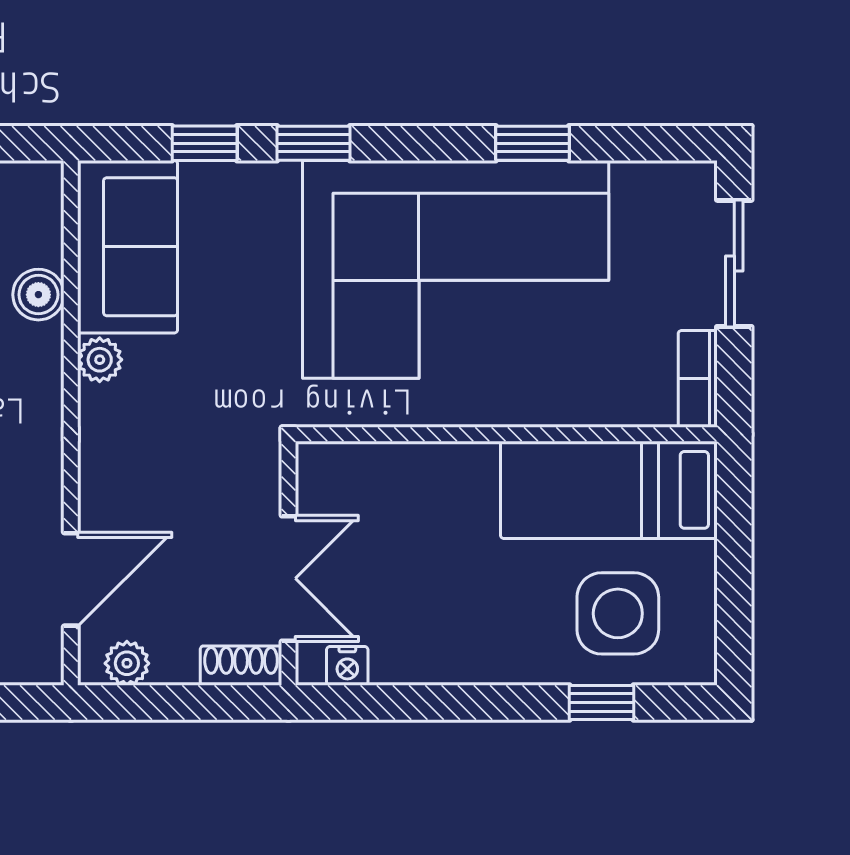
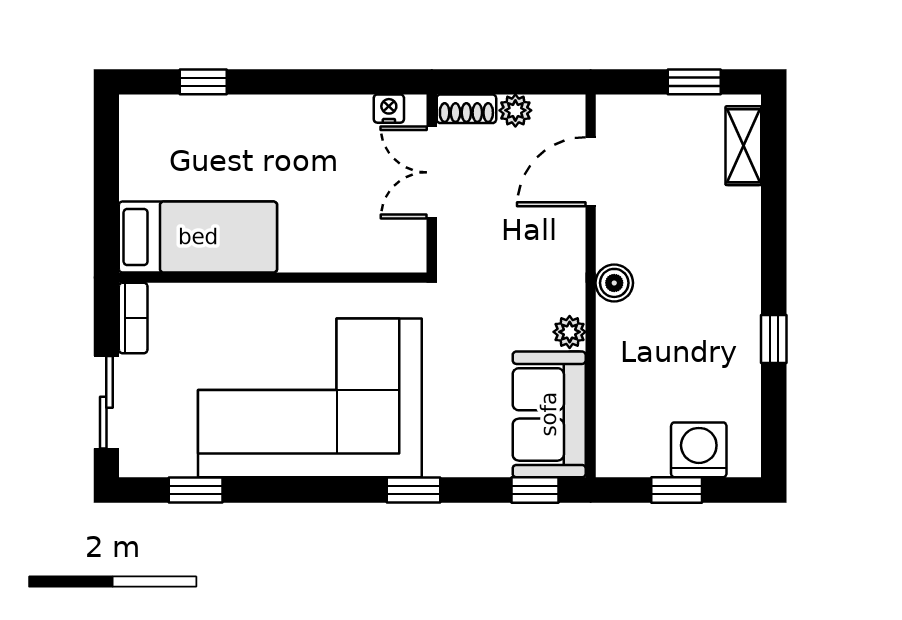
window: (205, 143) -> (535, 490), moved
window: (532, 143) -> (196, 490), moved
boiler: (38, 295) -> (614, 283), moved
side table: (618, 613) -> (191, 147), removed
plant: (127, 663) -> (515, 110), moved

